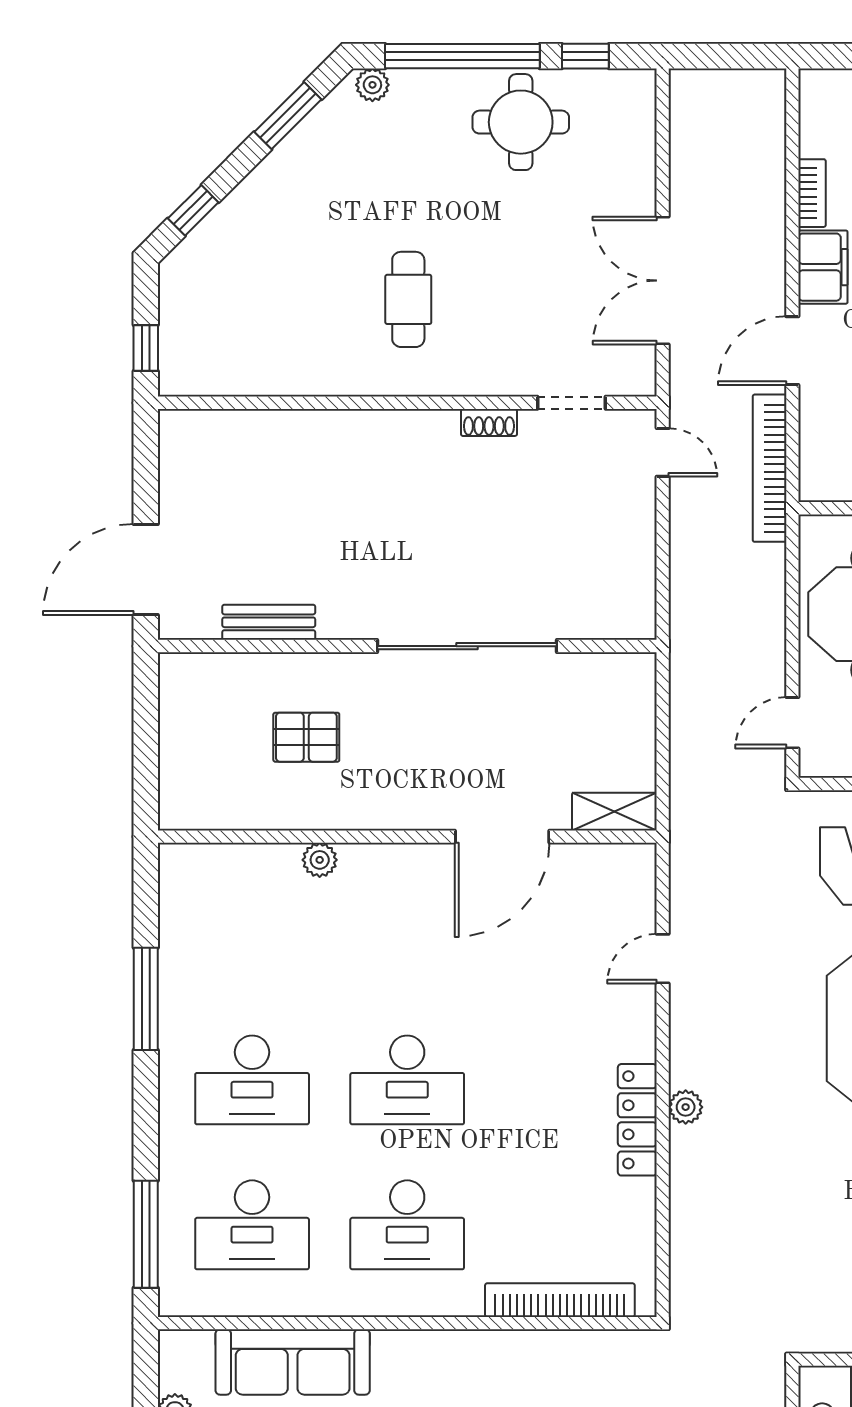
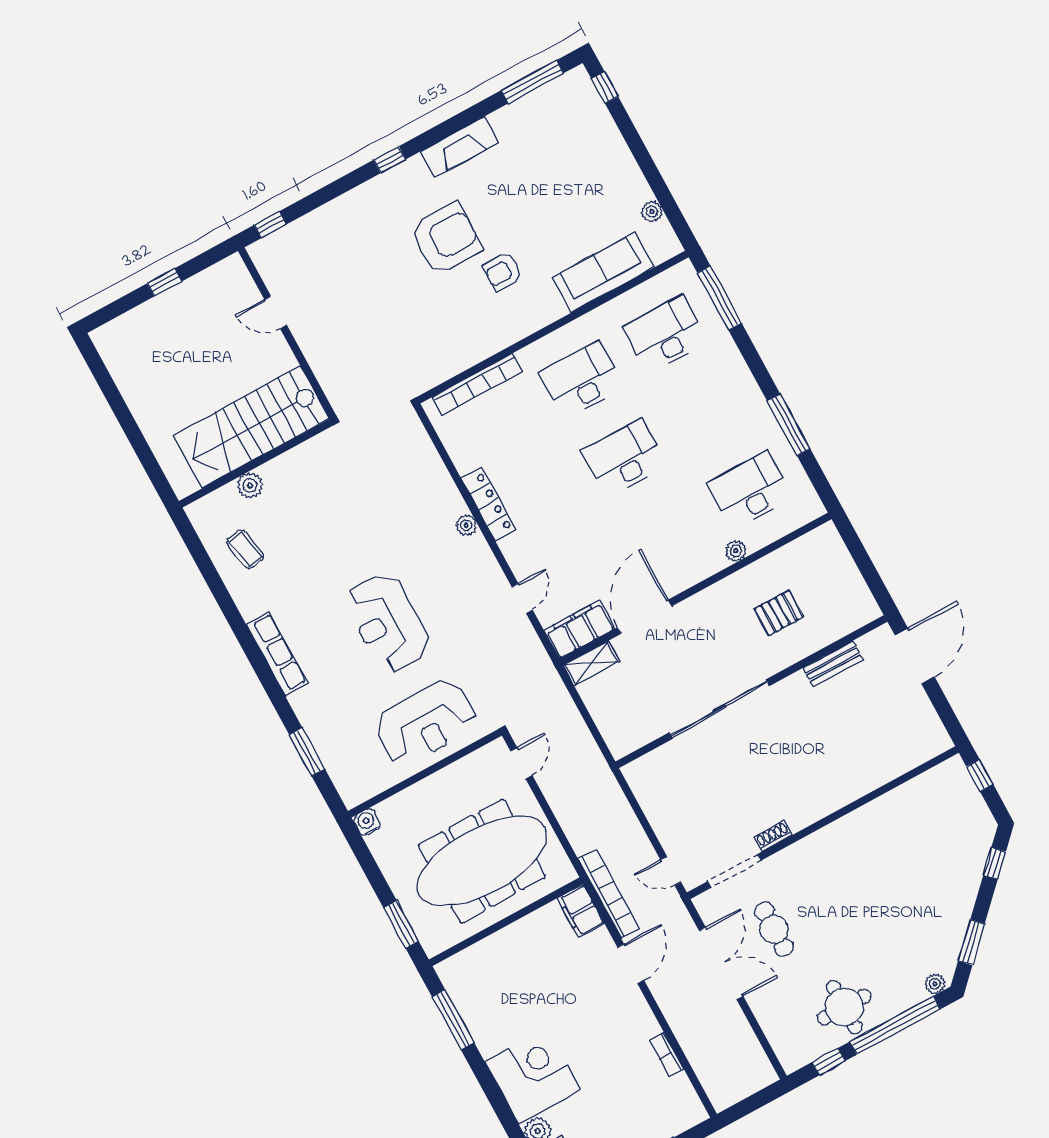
filing cabinet: (823, 267) -> (581, 911), moved
cafe table: (408, 299) -> (774, 929), moved
doorway: (571, 403) -> (734, 871), width x1.38
filing cabinet: (605, 869) -> (579, 629), added
desk: (252, 1080) -> (750, 490), moved

